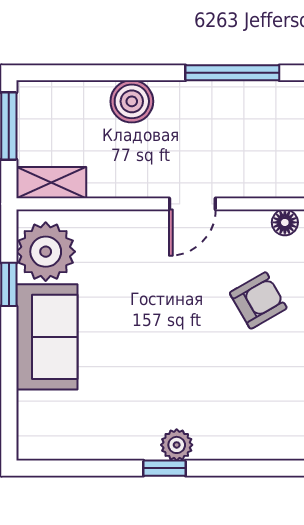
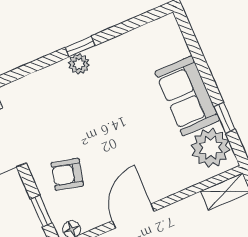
door: (192, 204) -> (133, 216), width x1.38
armchair: (258, 300) -> (67, 174), turned 44

